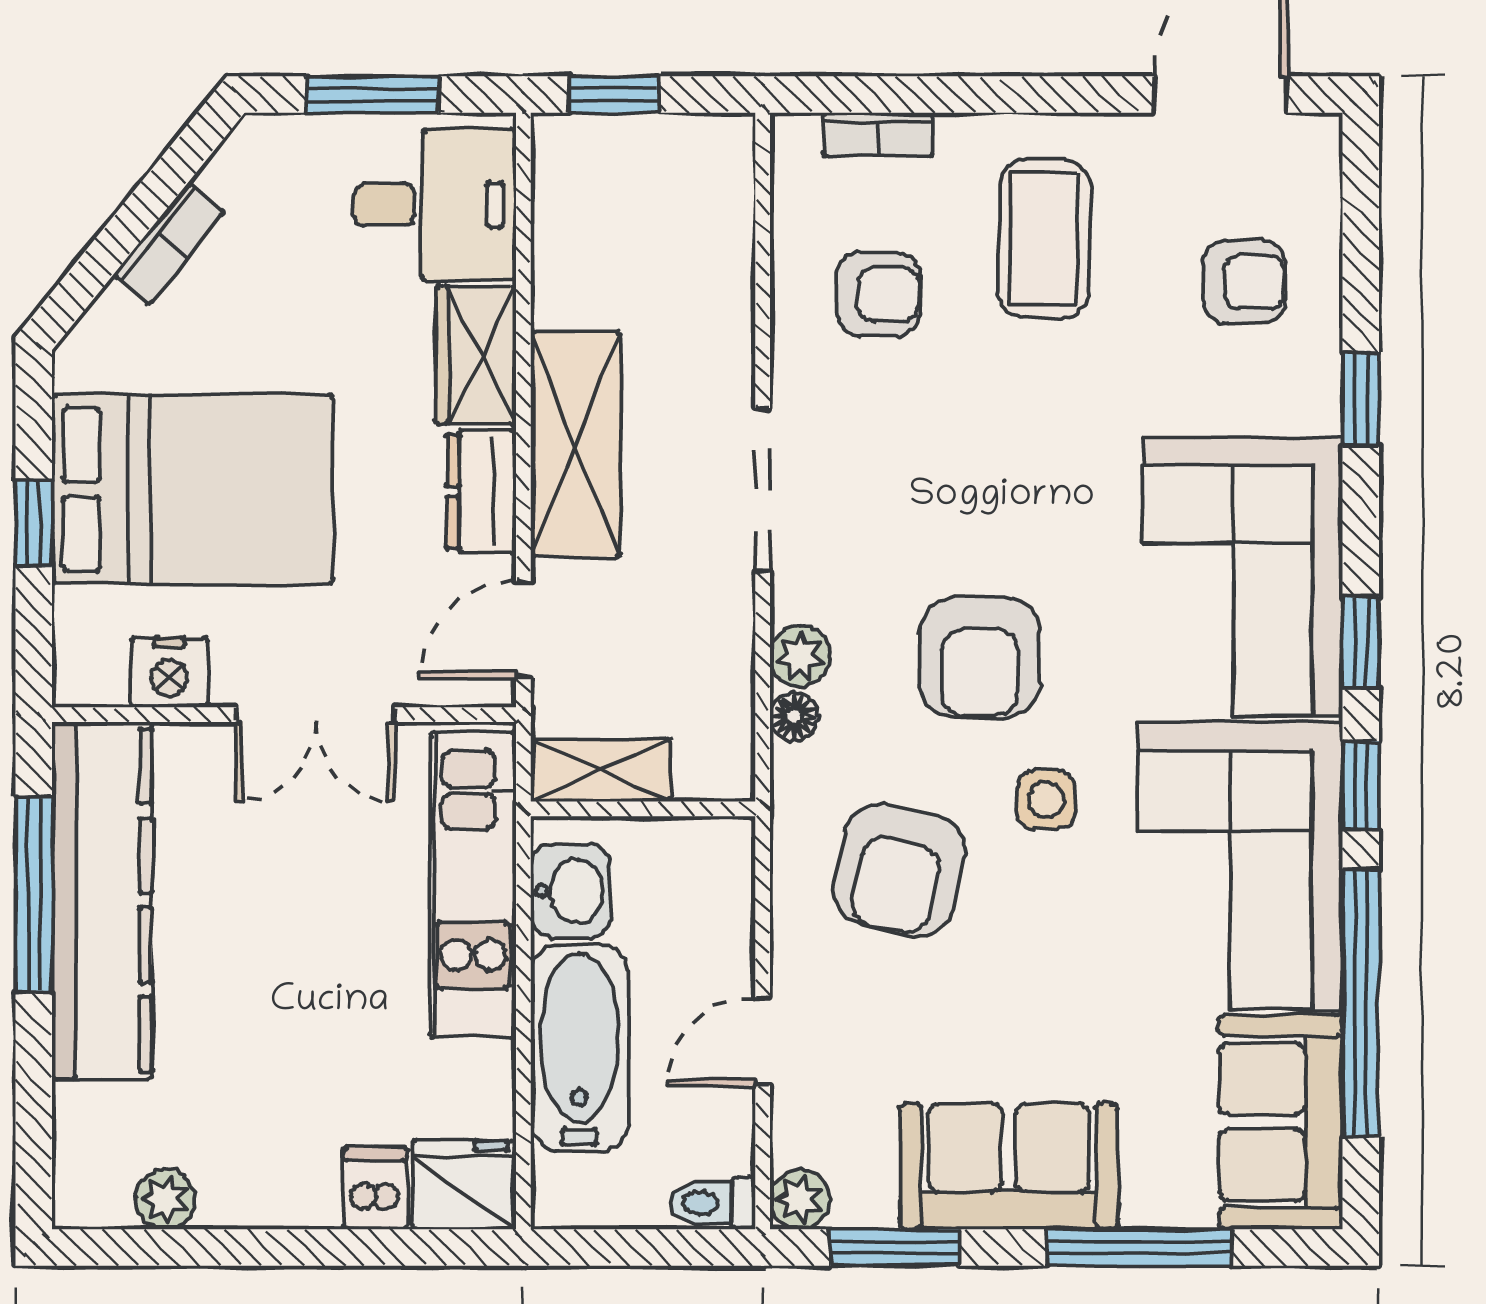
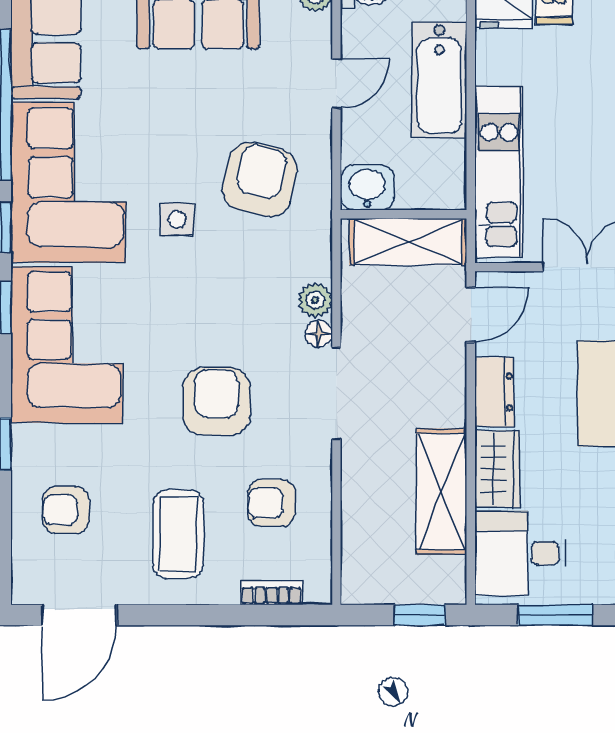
shelving: (575, 444) -> (441, 492), moved
armchair: (980, 658) -> (216, 402), moved
floor lamp: (794, 716) -> (319, 334), moved
shelving: (600, 770) -> (408, 242), width x1.50, depth x1.33
washbasin: (571, 891) -> (367, 188), moved, turned 90

